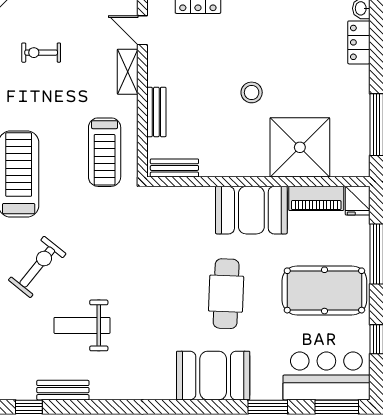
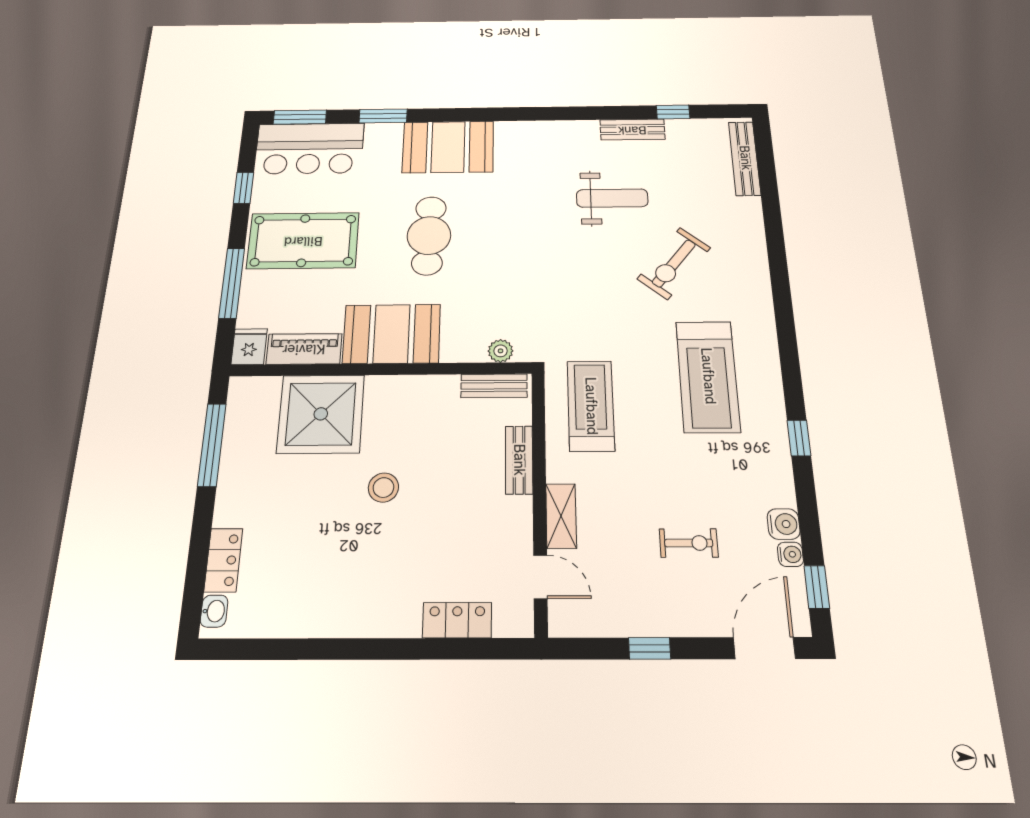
plant: (170, 196) -> (501, 351), added

